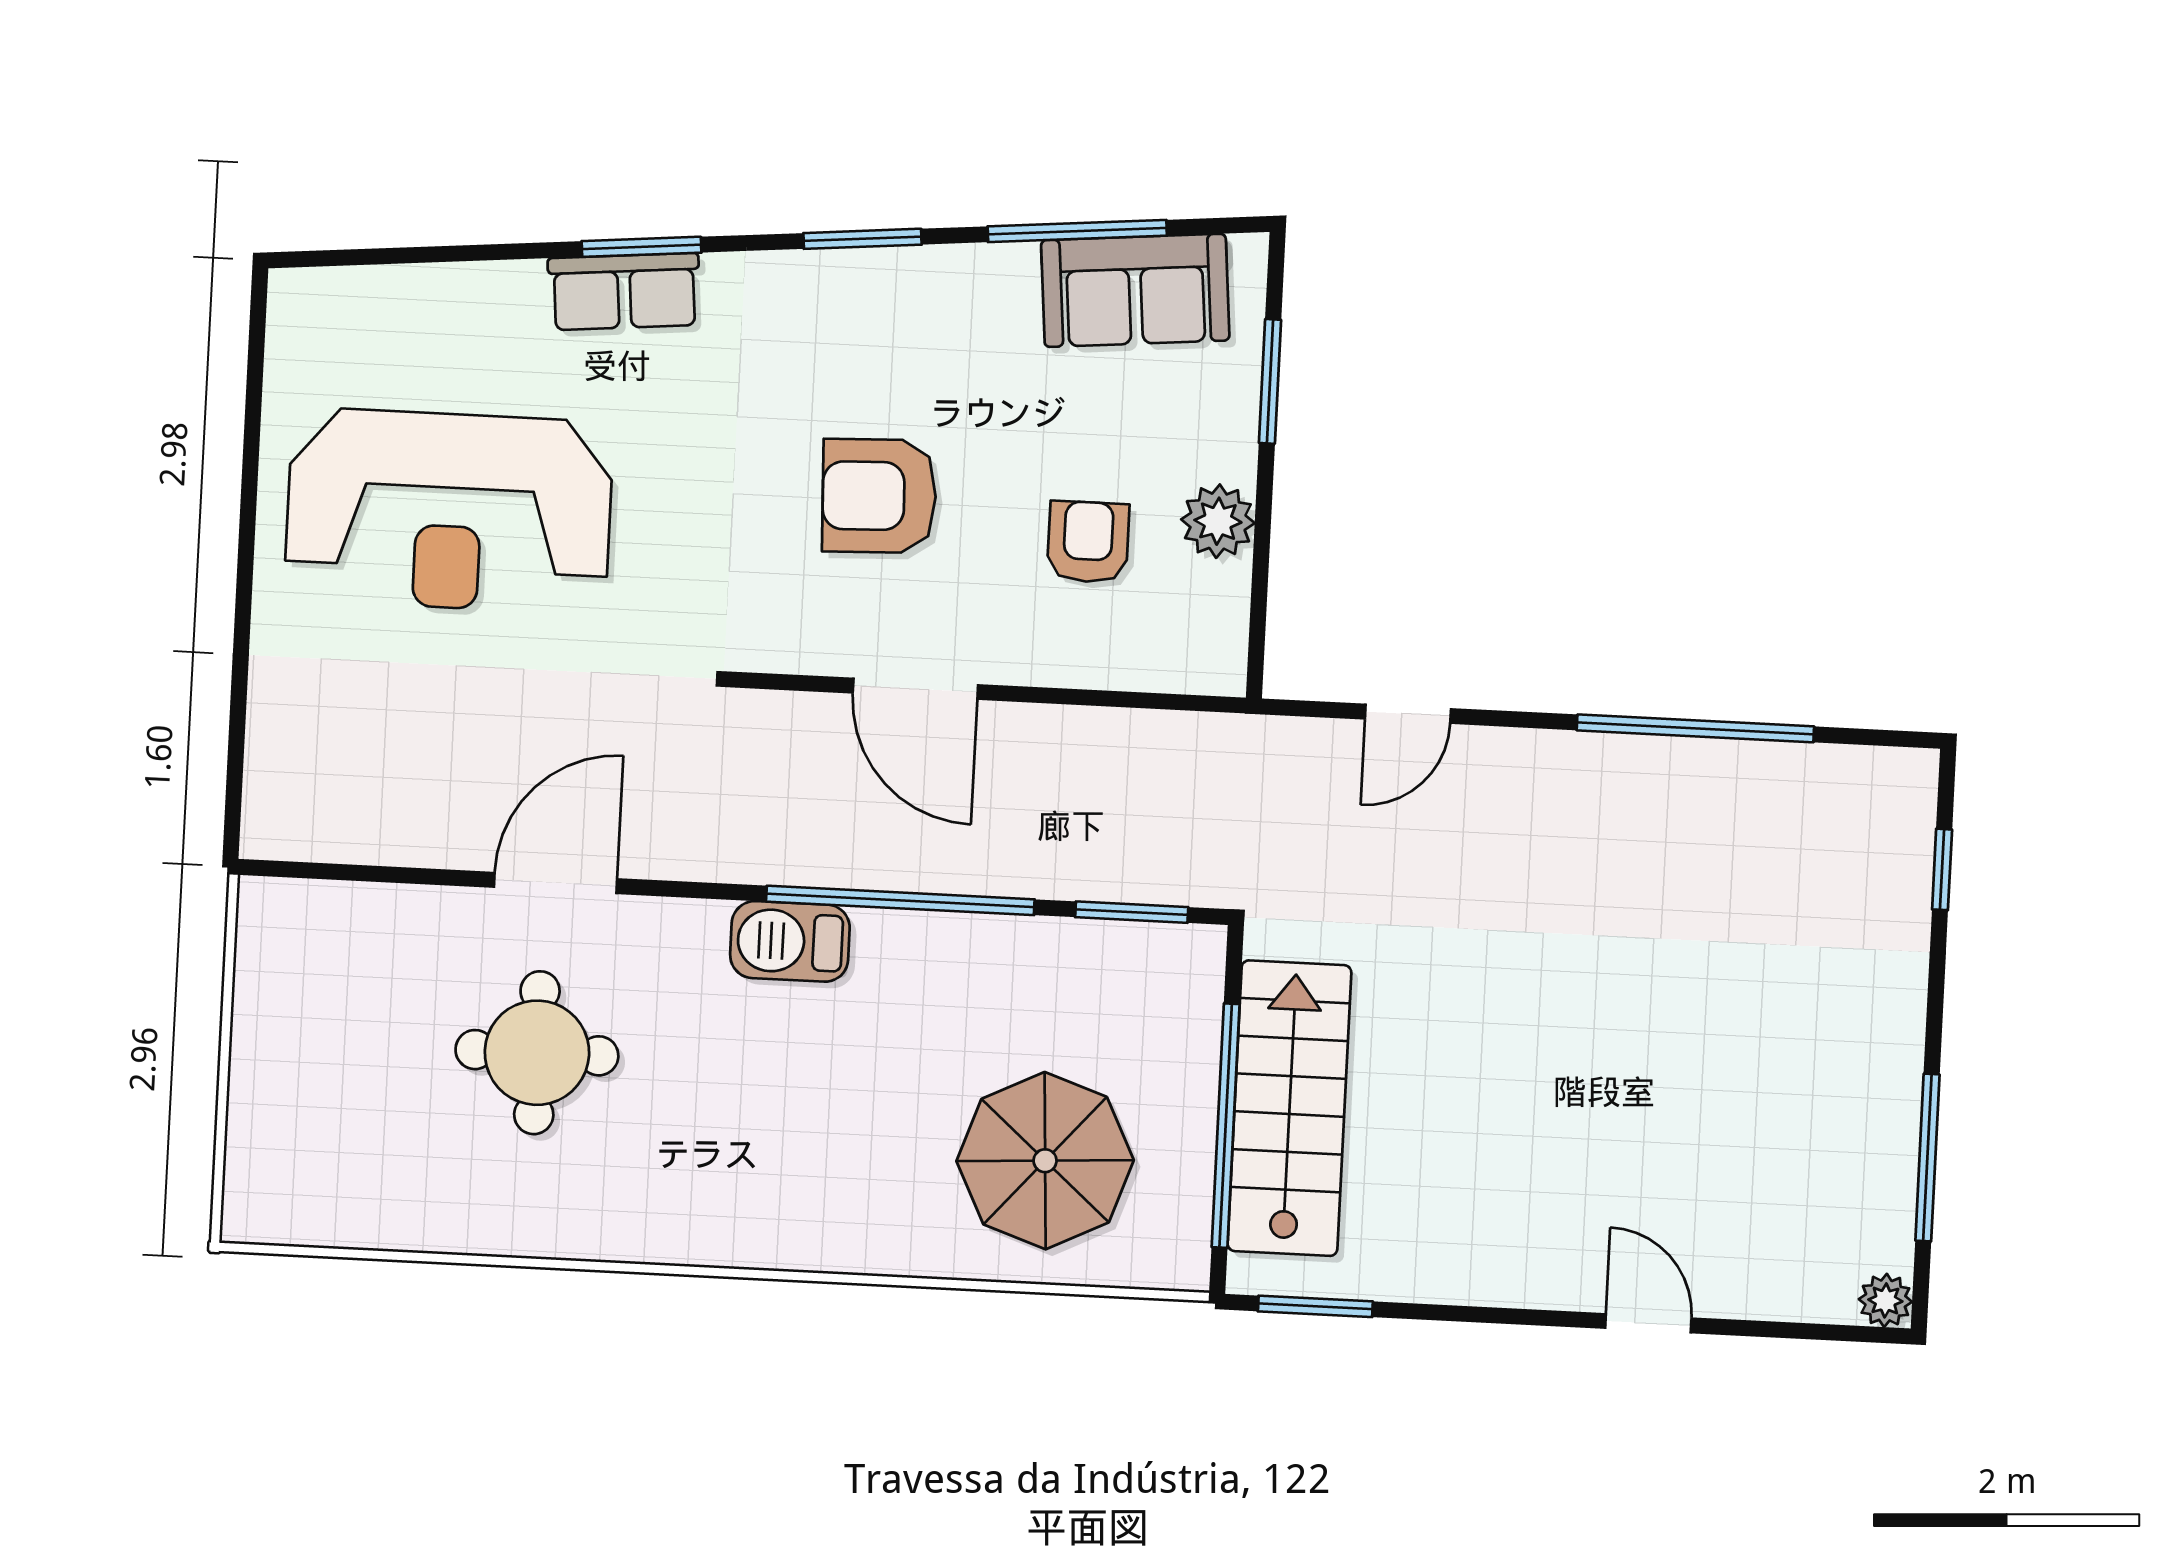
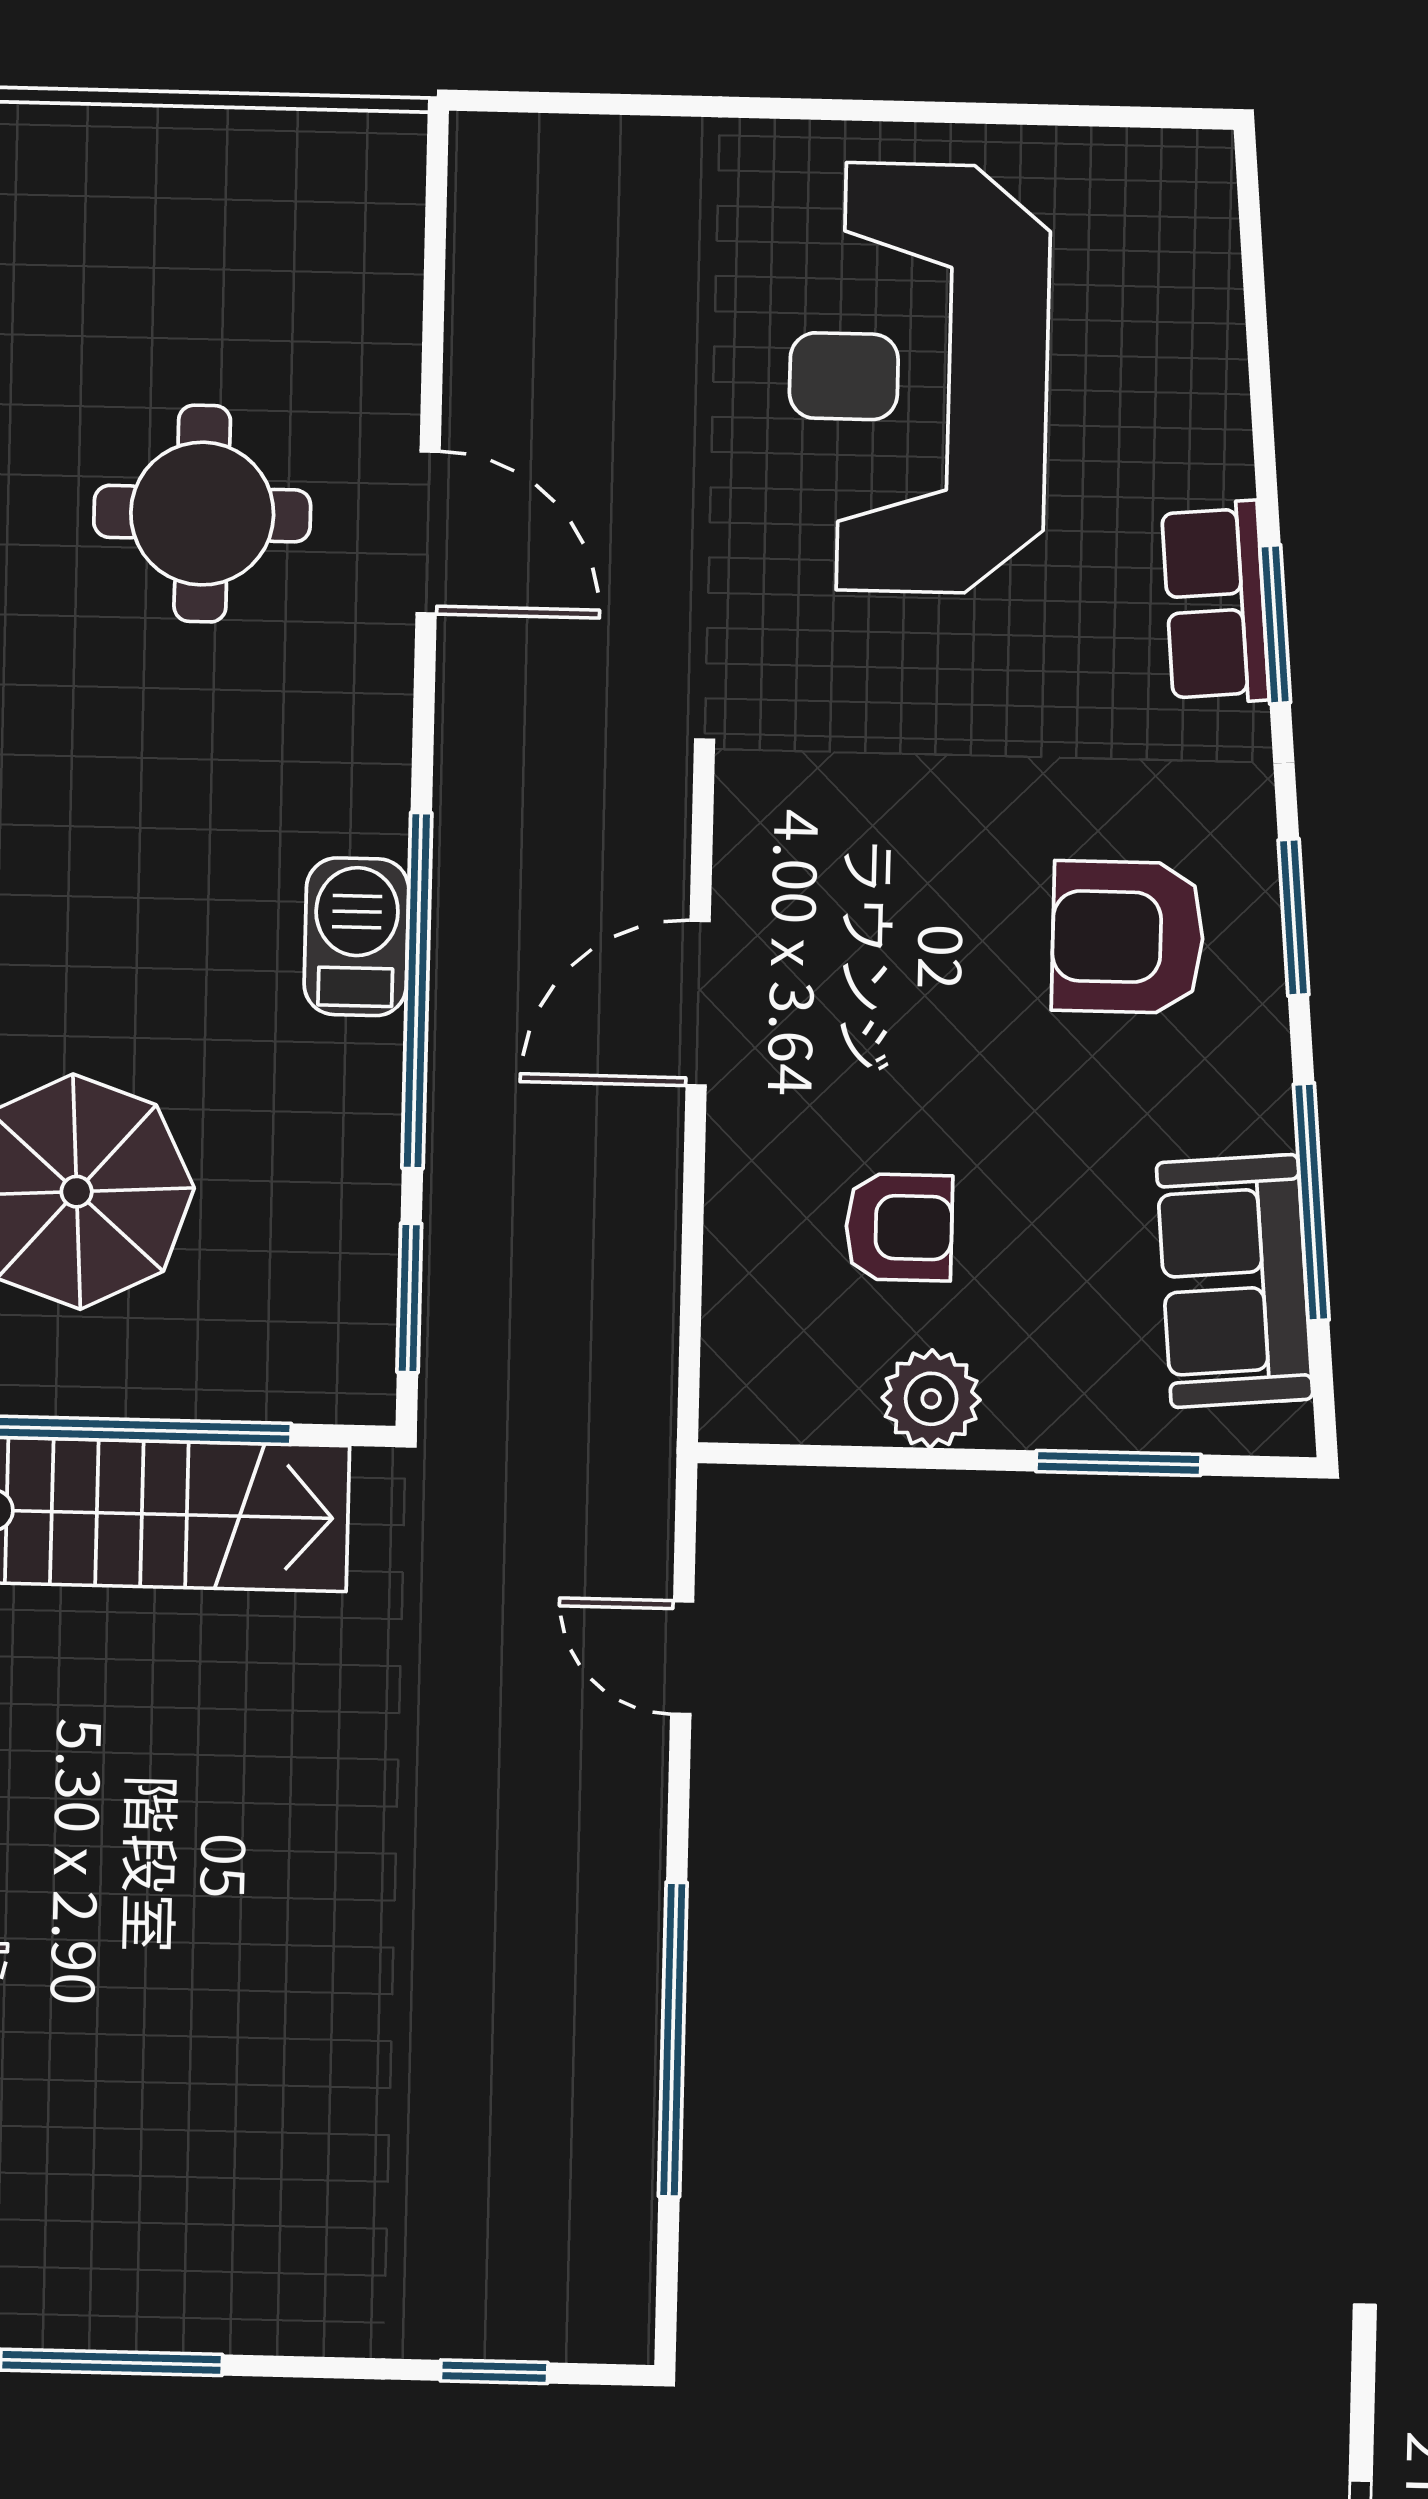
armchair: (879, 496) -> (1128, 937), moved, turned -88
barbecue: (790, 941) -> (356, 937), moved

